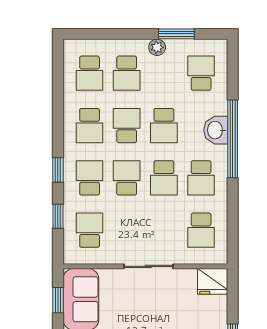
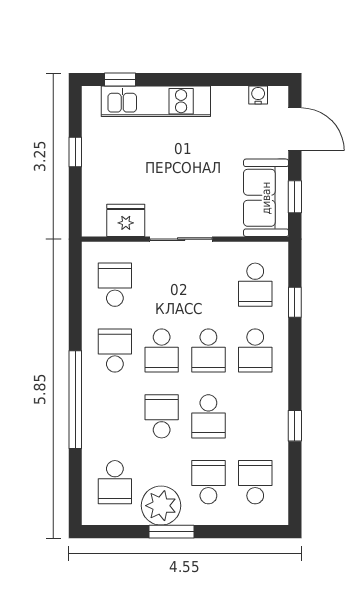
window: (176, 34) -> (172, 532), moved
plant: (157, 47) -> (161, 506), width x1.87, depth x1.87
school desk: (90, 126) -> (255, 416), removed
washbasin: (216, 130) -> (96, 411), removed
window: (58, 170) -> (295, 426), moved
school desk: (164, 178) -> (162, 351), turned 180
fridge: (213, 281) -> (126, 220), moved

